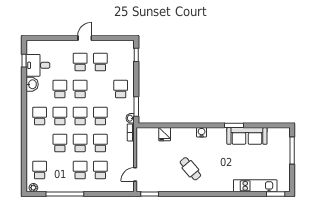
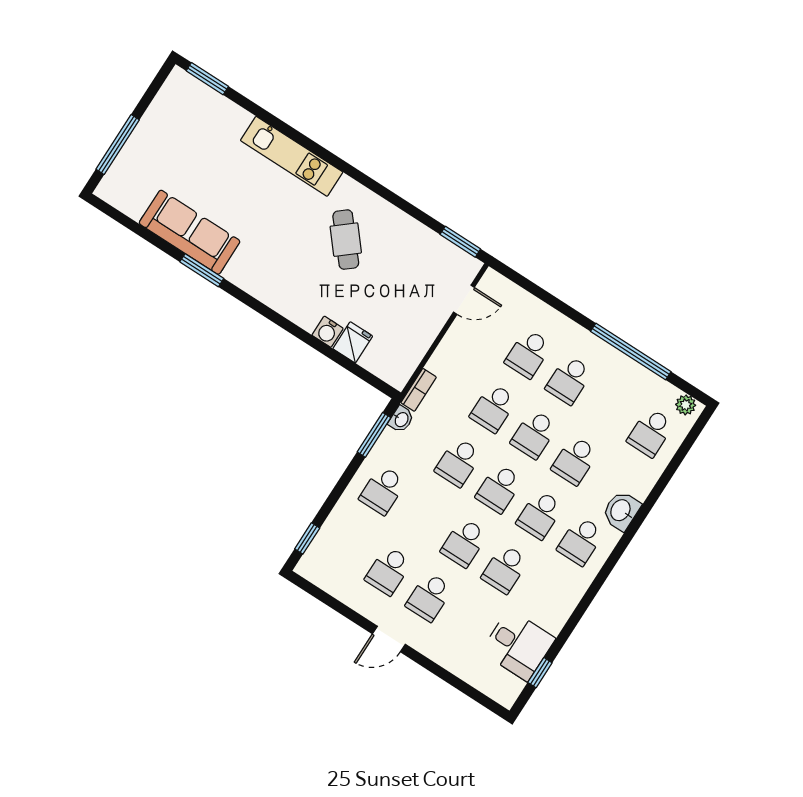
washbasin: (32, 84) -> (621, 511), moved
water cooler: (202, 132) -> (328, 332), moved
kitchen unit: (255, 186) -> (292, 156), moved

